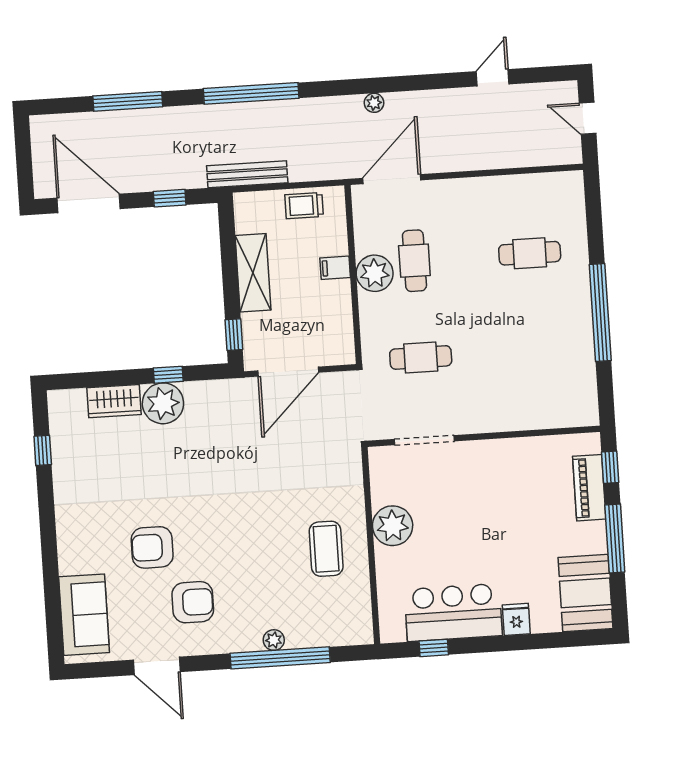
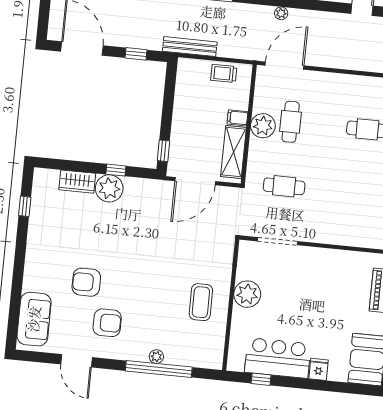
shelving: (253, 273) -> (234, 152), moved

